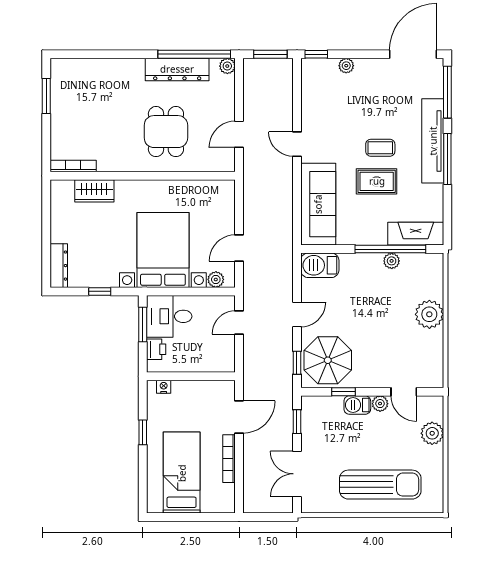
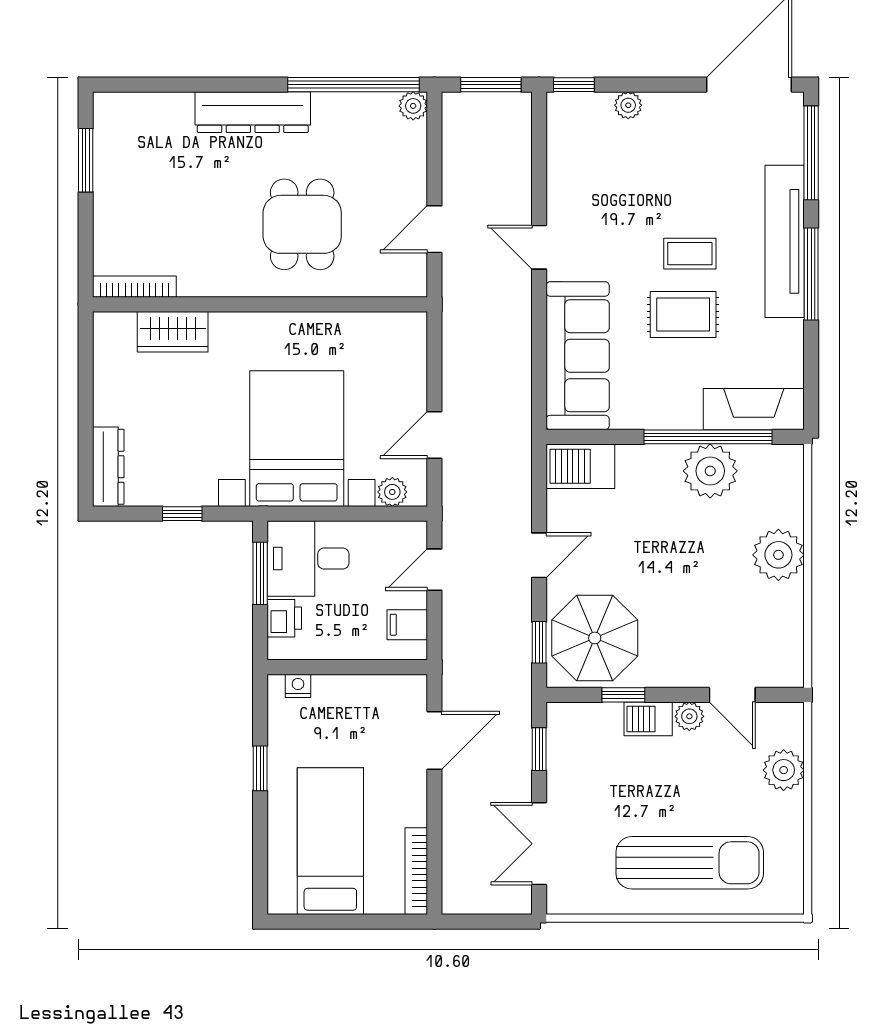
dresser: (177, 69) -> (253, 112), moved
plant: (392, 261) -> (710, 471), width x1.88, depth x1.88
filing cabinet: (224, 353) -> (407, 625), added
bookcase: (229, 459) -> (416, 871), moved

